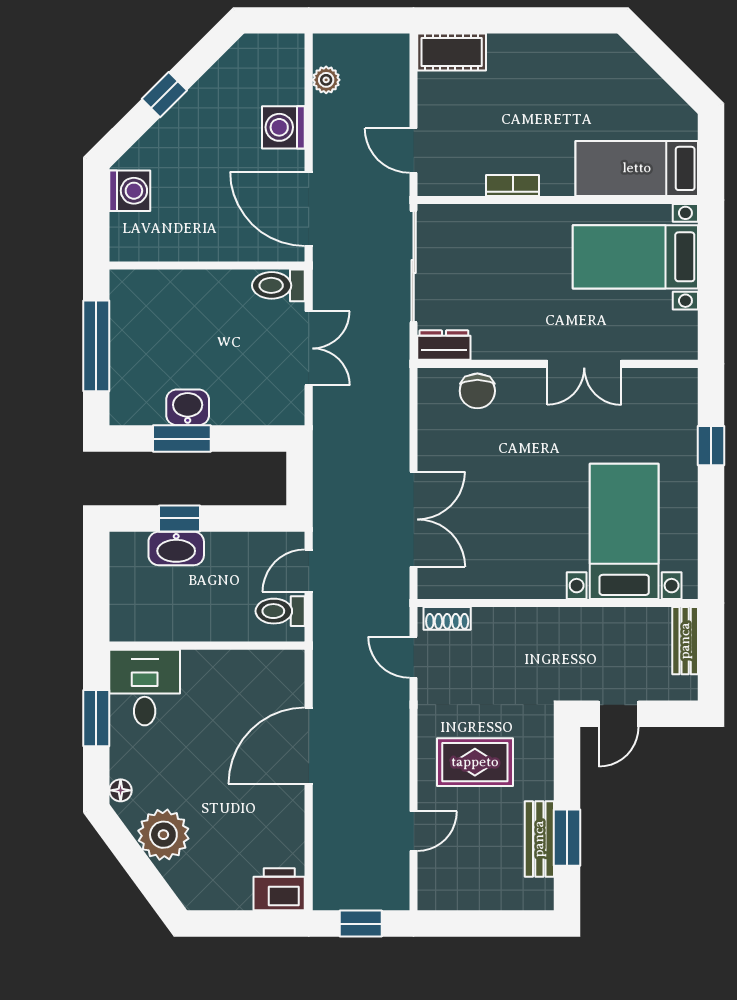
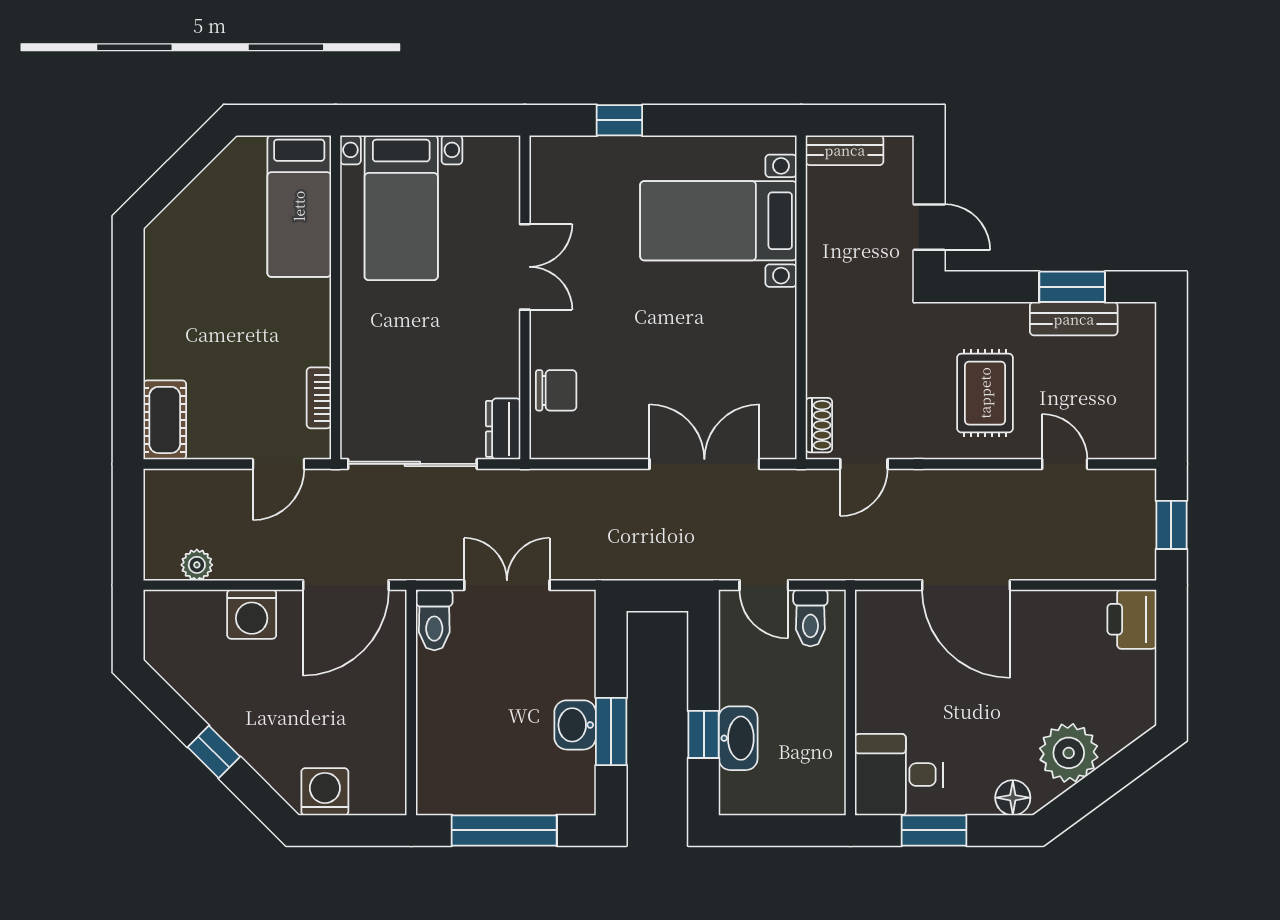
bookcase: (513, 185) -> (319, 398), moved
floor lamp: (121, 790) -> (1013, 798), width x1.37, depth x1.37

